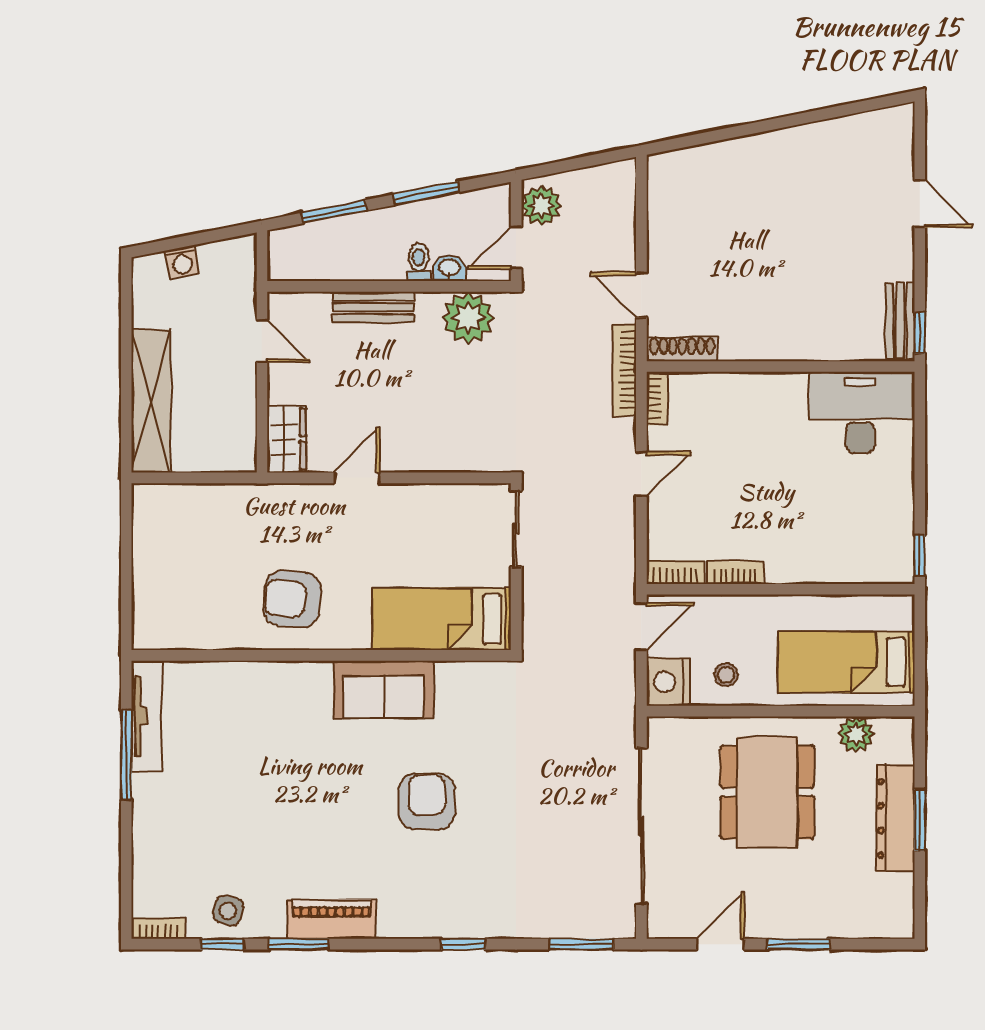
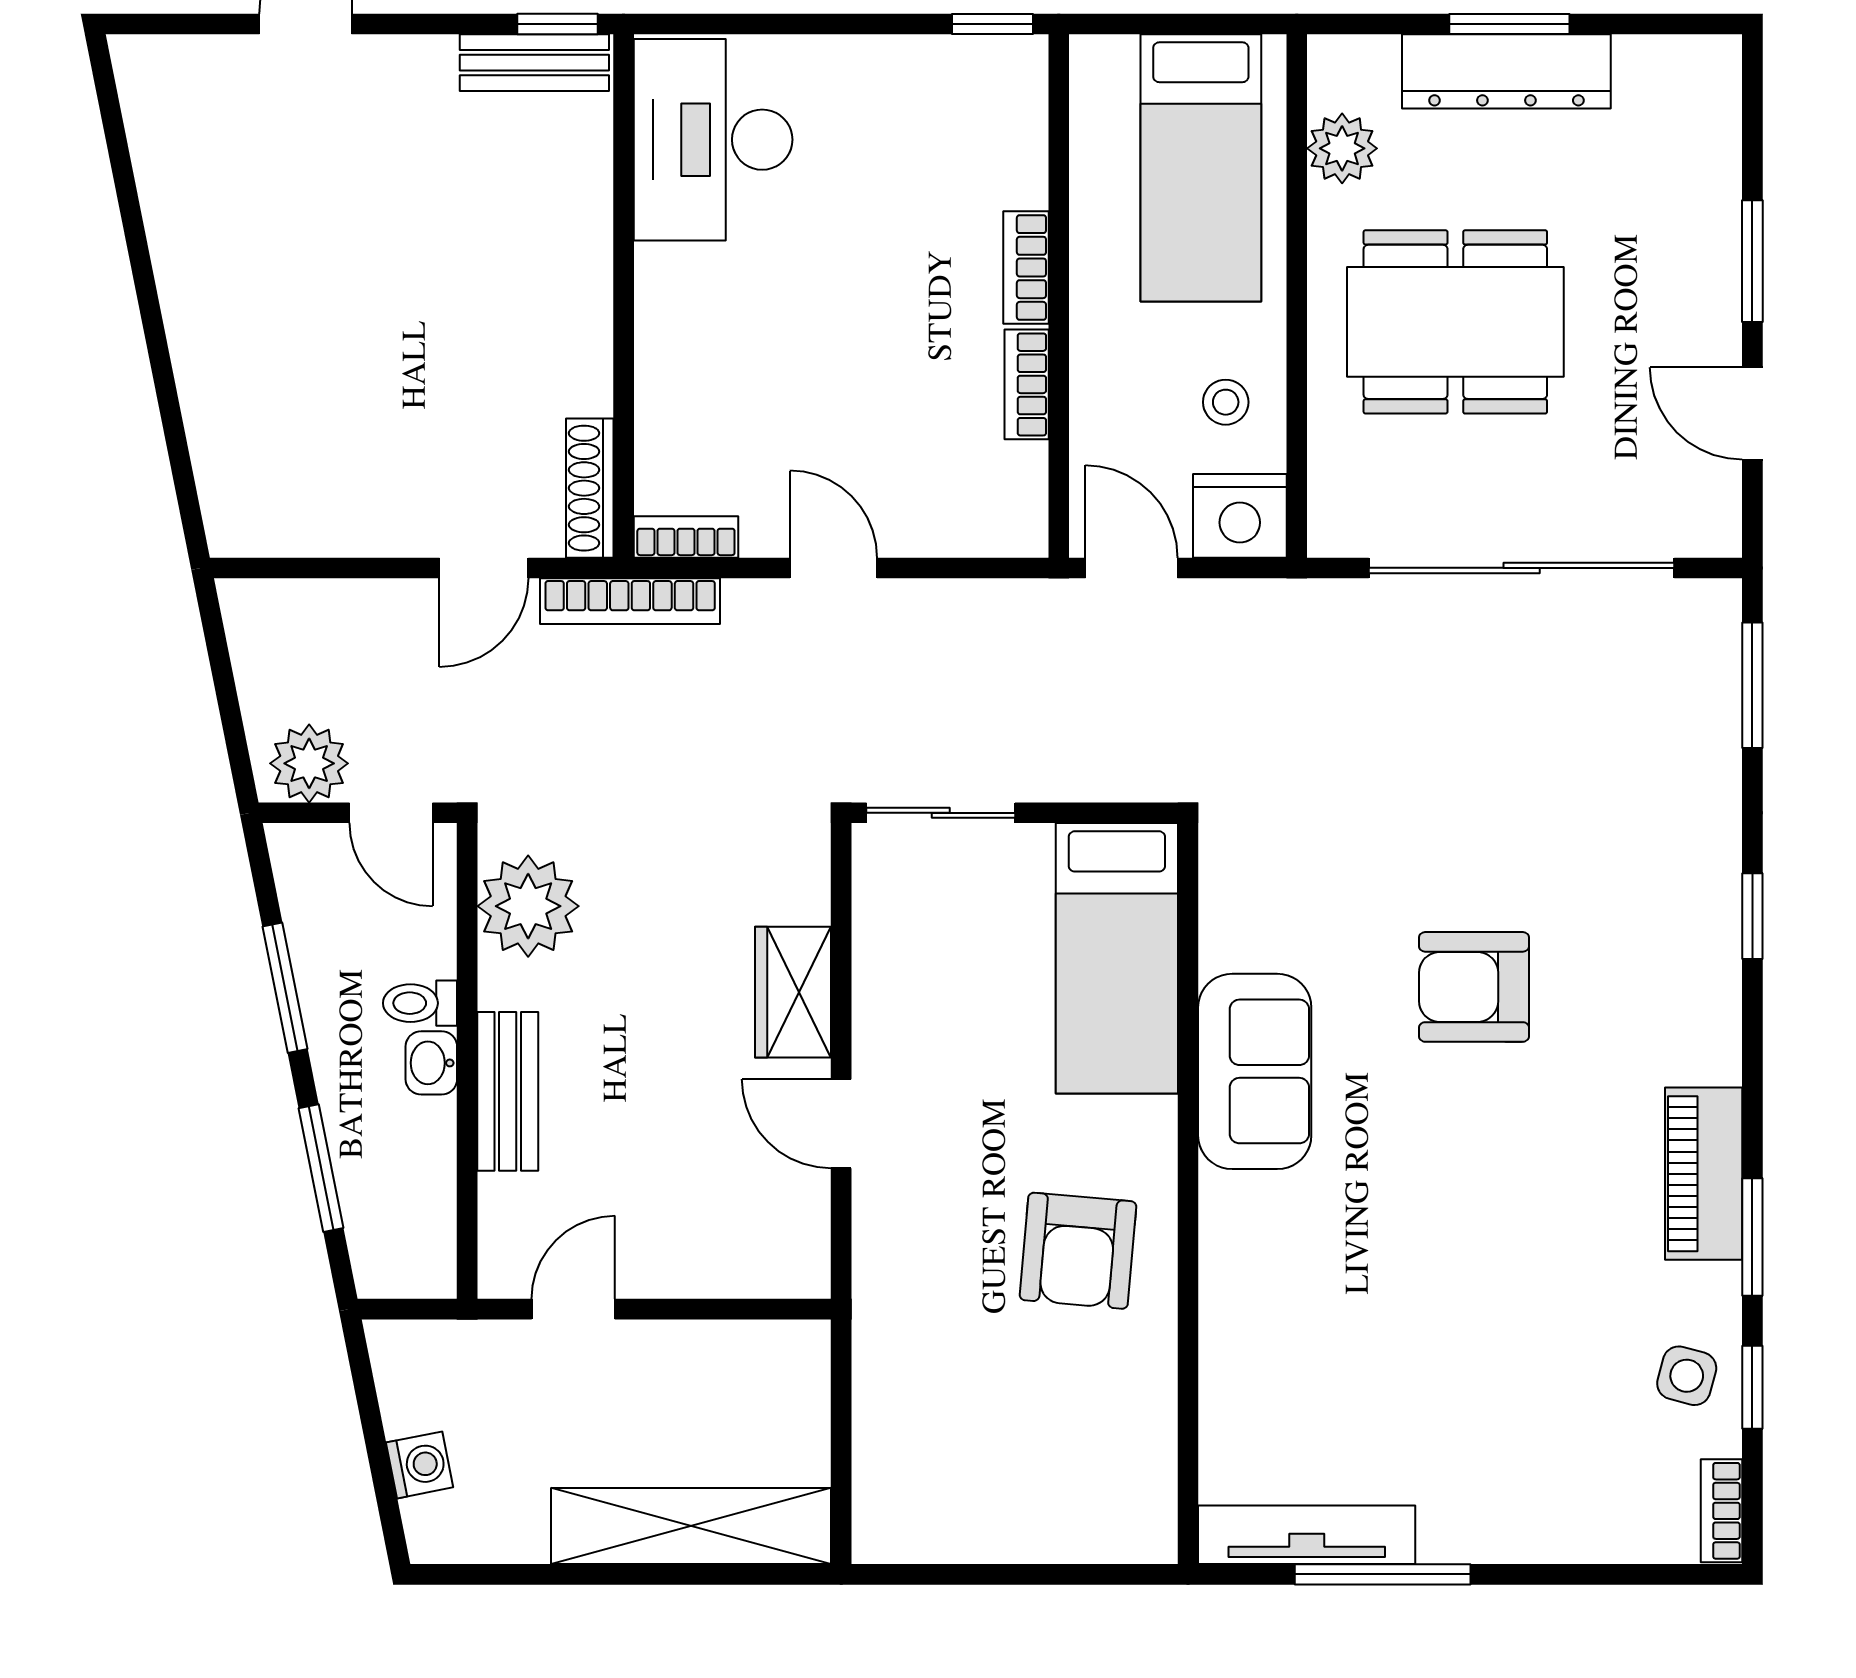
washbasin: (449, 268) -> (431, 1063), moved
wardrobe: (287, 439) -> (793, 992), moved, turned -90
bookcase: (675, 572) -> (1026, 267), moved

